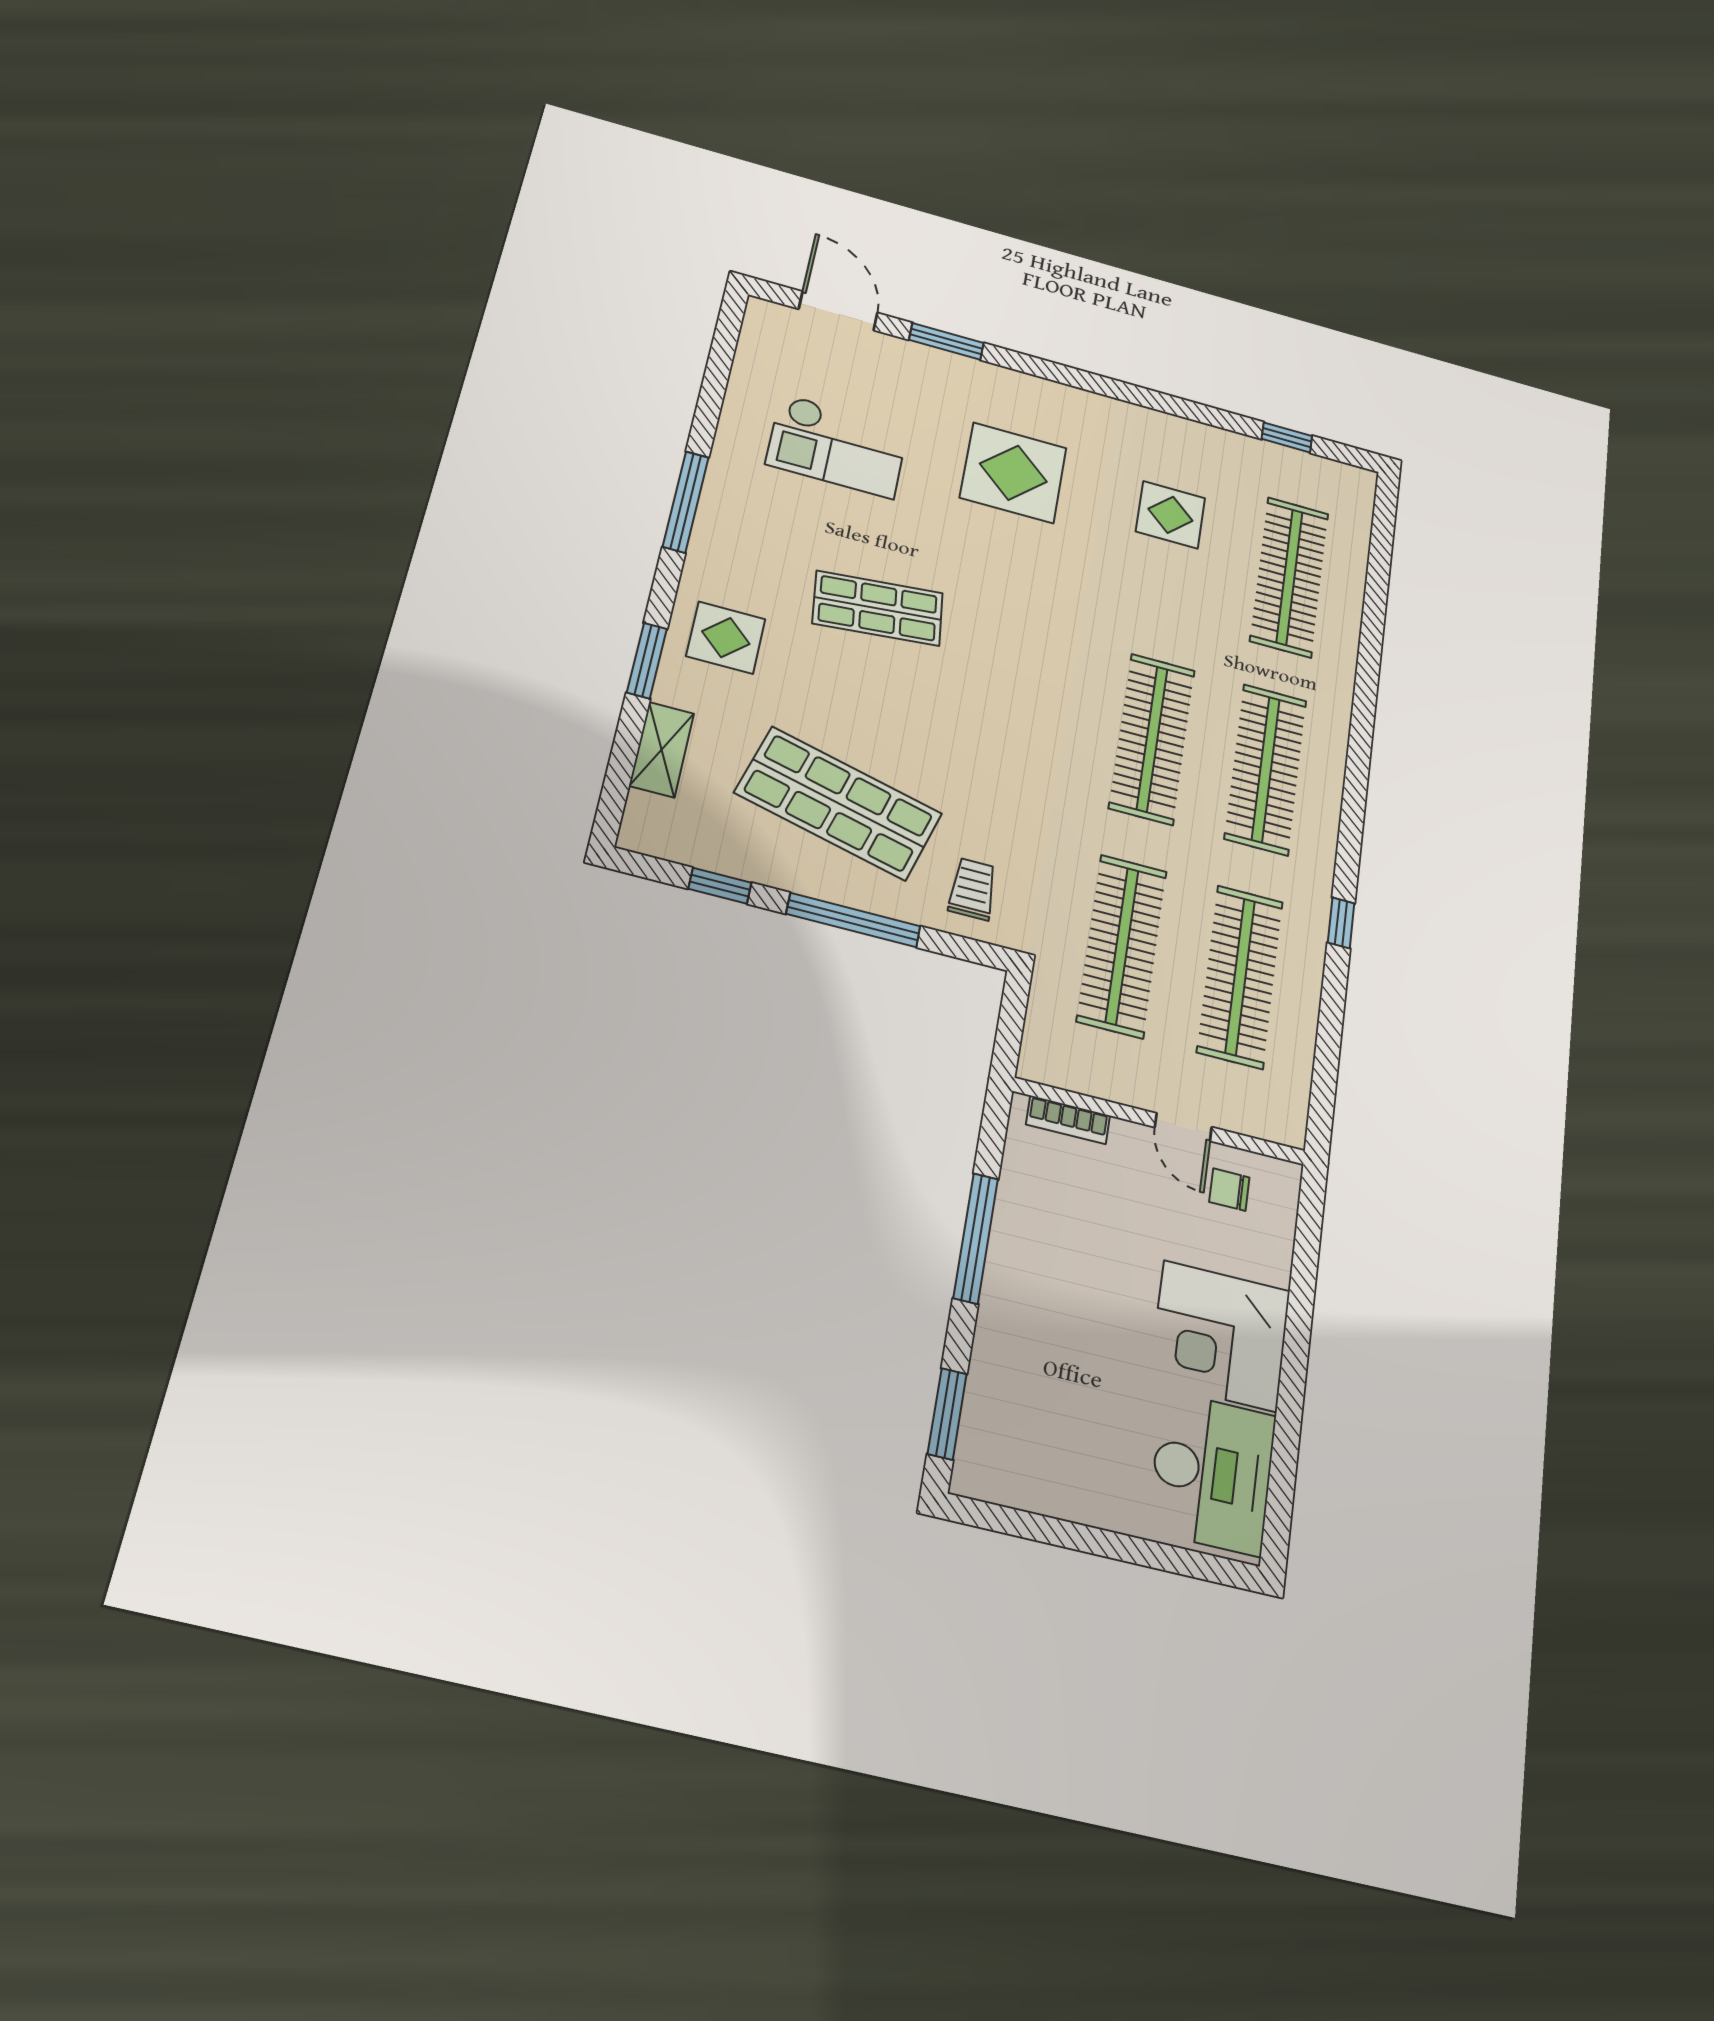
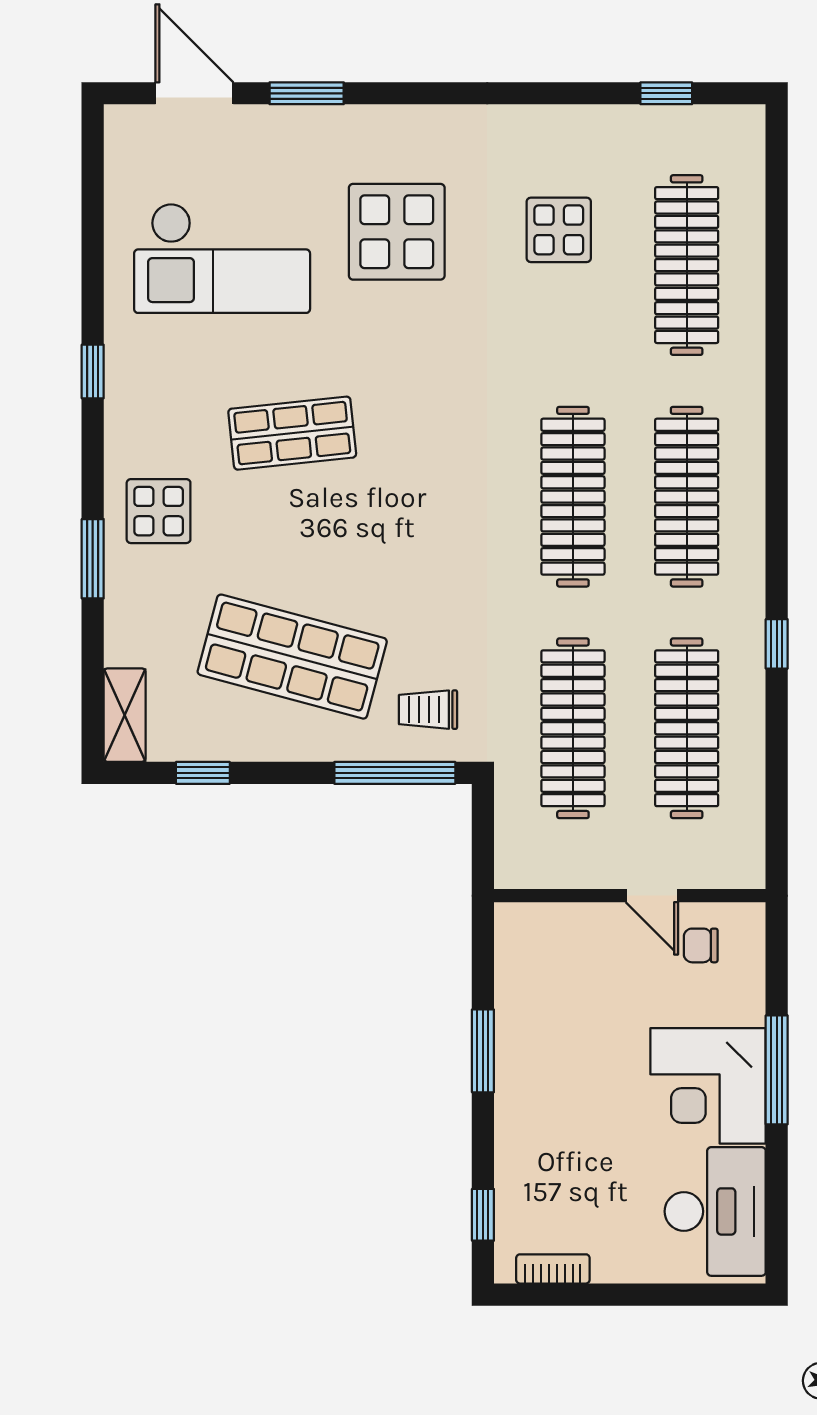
checkout: (837, 446) -> (222, 258), width x1.36, depth x1.21
window: (686, 502) -> (93, 372), width x0.46
shelving: (662, 749) -> (125, 715), moved
trolley: (973, 889) -> (428, 710), turned -90
window: (853, 920) -> (395, 773), moved
bookcase: (1068, 1120) -> (553, 1269), moved, turned 180
window: (976, 1238) -> (483, 1051), width x0.69
window: (1297, 1337) -> (777, 1070), added
window: (947, 1414) -> (483, 1215), width x0.67

